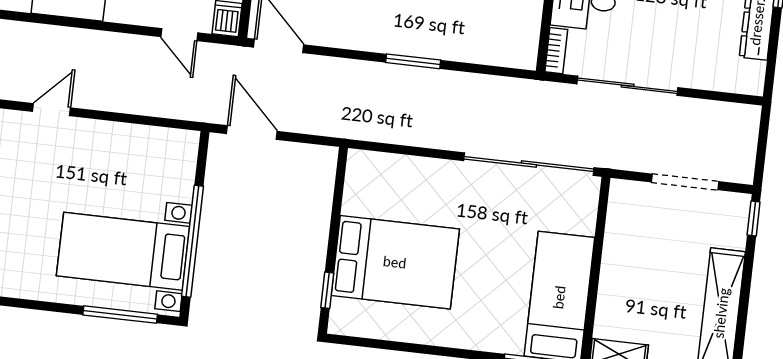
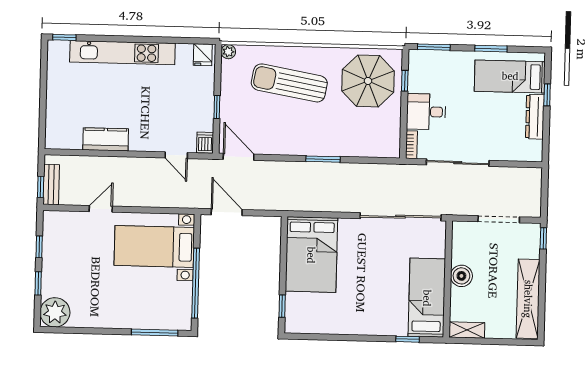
bed with nightstands: (123, 251) -> (154, 246), moved
bed: (395, 262) -> (311, 255), moved, turned 90
boiler: (618, 267) -> (461, 276), added

